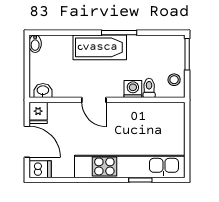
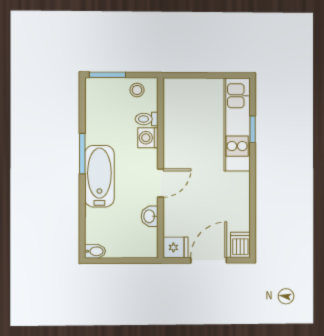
washbasin: (43, 91) -> (150, 216), moved
kitchen unit: (130, 166) -> (237, 125), width x0.73

